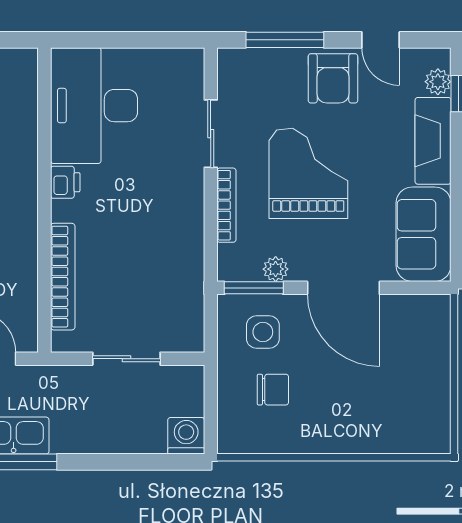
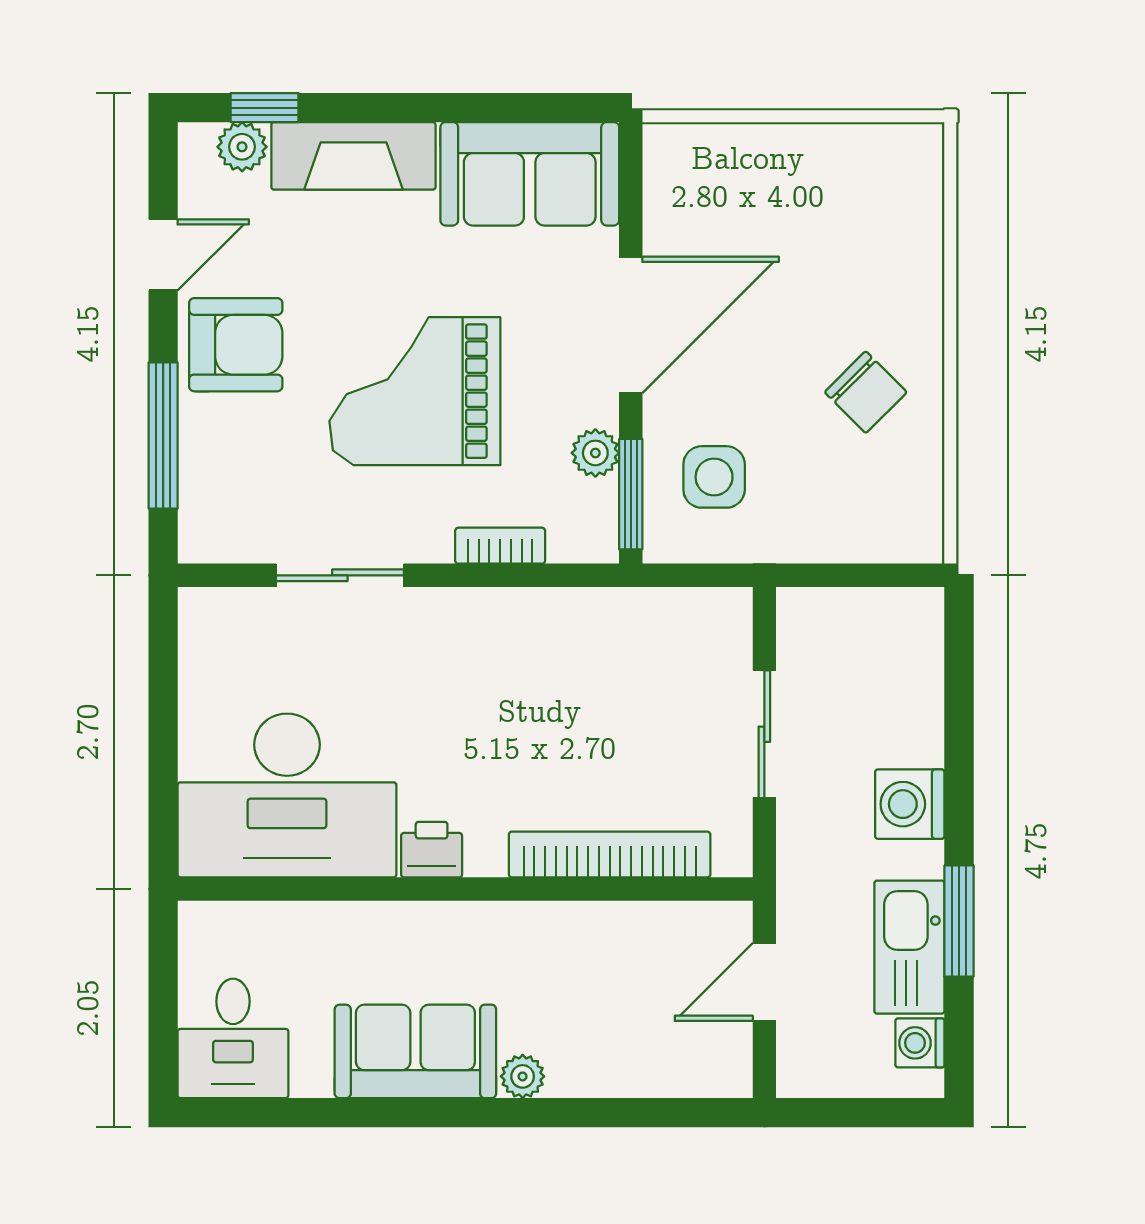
bookcase: (226, 205) -> (500, 546), width x0.64
chair: (273, 390) -> (866, 392), moved, turned 135
washing machine: (186, 436) -> (910, 804), moved

